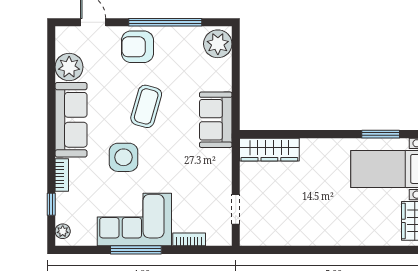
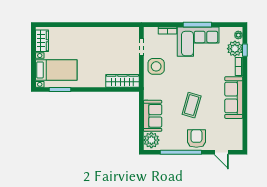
armchair: (137, 47) -> (196, 139), turned -90
plant: (69, 67) -> (235, 49), moved
sofa: (216, 120) -> (153, 116), moved
side table: (124, 157) -> (156, 66), moved

